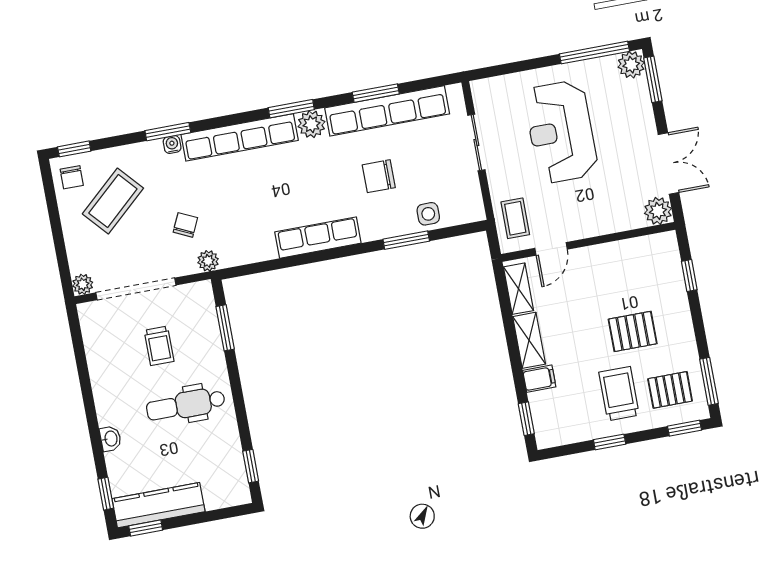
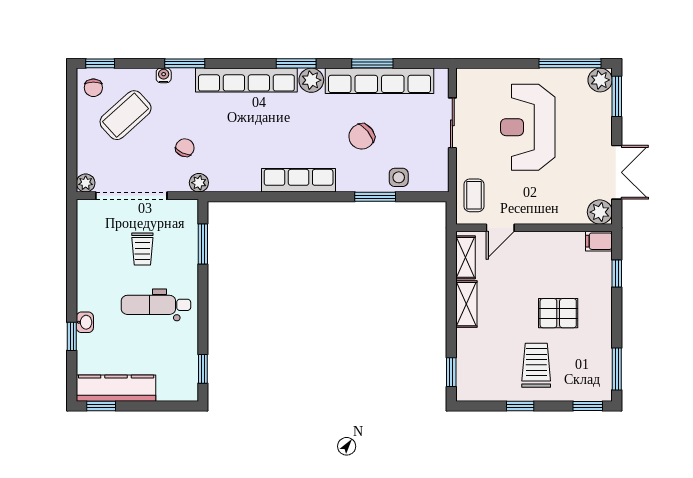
water cooler: (172, 145) -> (164, 75), moved
chair: (379, 176) -> (362, 136), turned -39
filing cabinet: (539, 379) -> (599, 241), moved, turned 180
pallet: (670, 390) -> (581, 370), removed
window: (106, 494) -> (72, 336), moved

